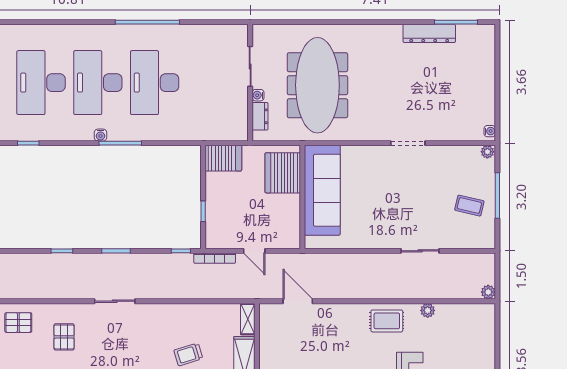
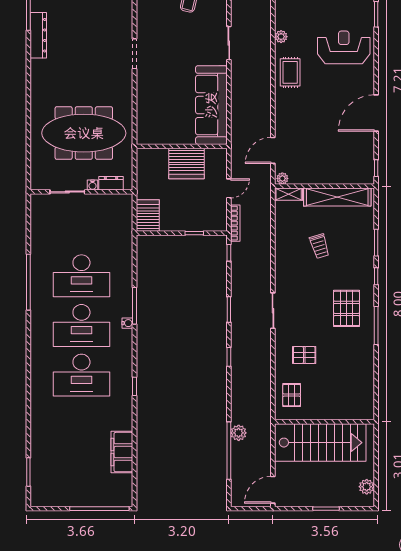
server rack: (283, 173) -> (187, 164), moved
sofa: (322, 190) -> (211, 105), moved, turned -90
plant: (266, 312) -> (282, 178), added

